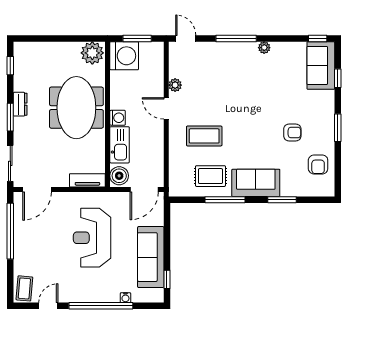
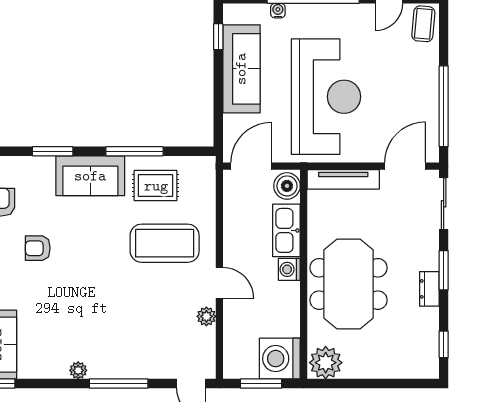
coffee table: (204, 136) -> (165, 243), width x1.36, depth x1.32
tv unit: (87, 180) -> (343, 179), width x1.41
reception desk: (92, 238) -> (326, 97), width x1.36, depth x1.30

